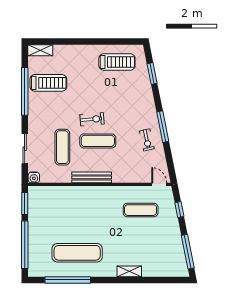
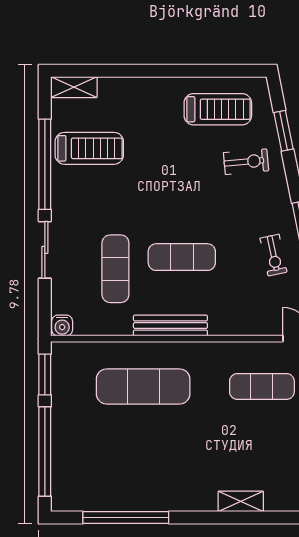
exercise bike: (92, 119) -> (246, 162), moved
sliding door: (25, 149) -> (45, 250), moved
exercise mat: (77, 253) -> (143, 386), moved

